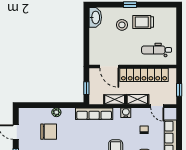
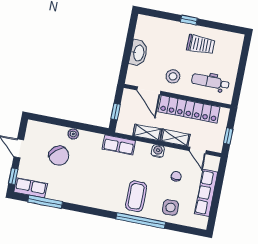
washbasin: (95, 17) -> (138, 53), moved
trolley: (143, 22) -> (201, 44), turned 180
stool: (122, 25) -> (173, 76), moved
row of seats: (94, 114) -> (119, 145), width x0.68
chair: (49, 132) -> (59, 156), turned 49

